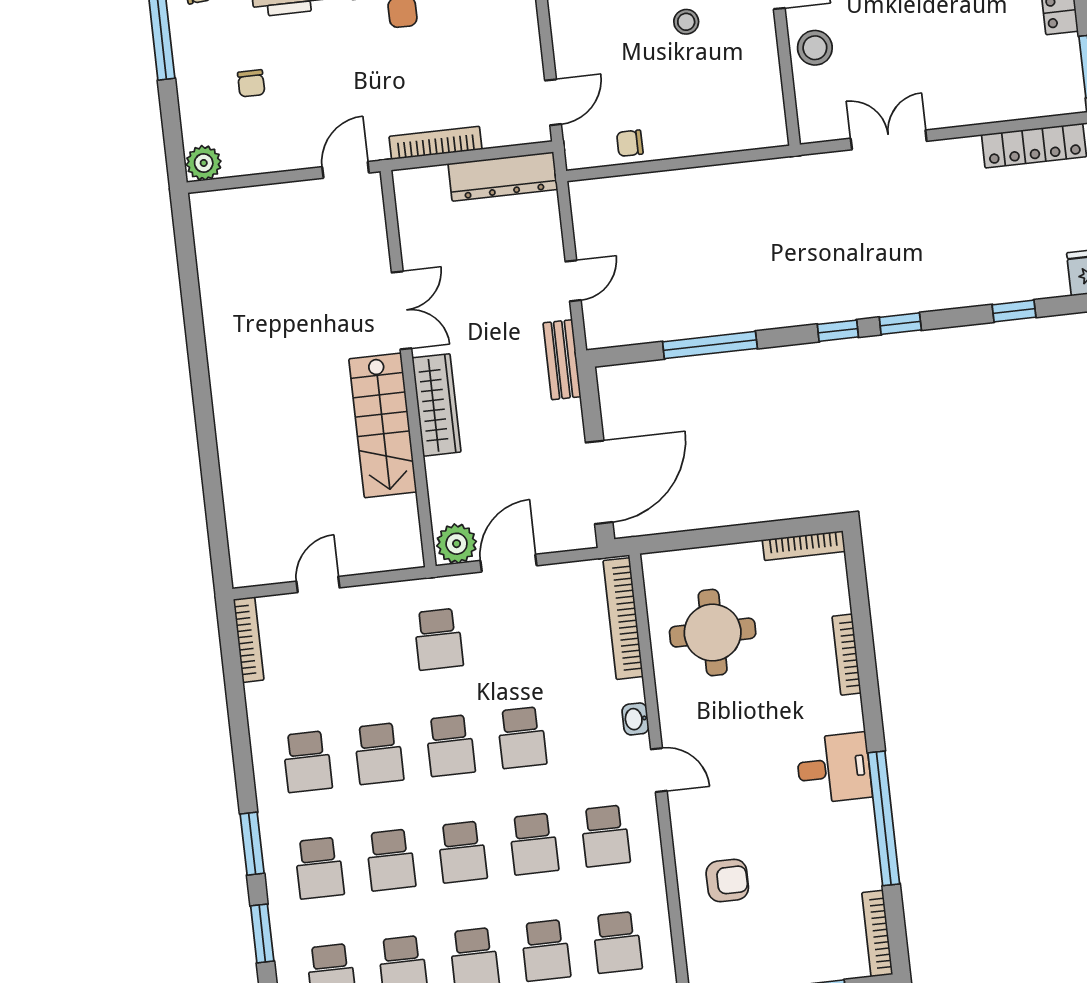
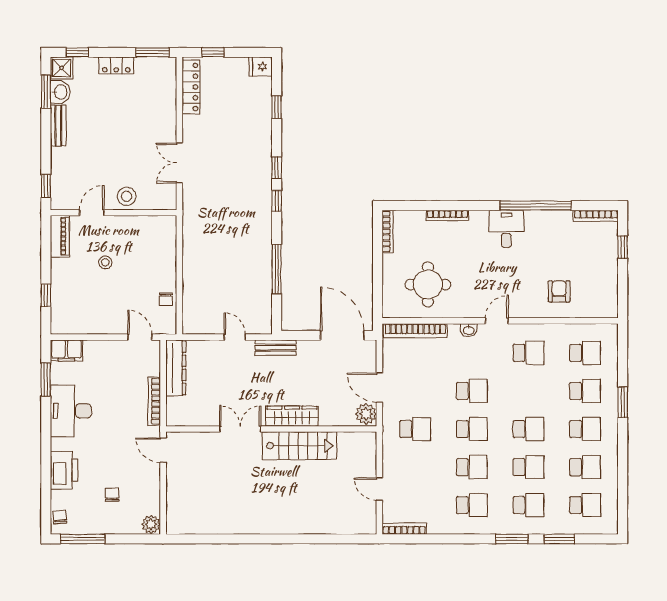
chair: (251, 83) -> (112, 495), turned -90
school desk: (534, 844) -> (528, 391), removed

